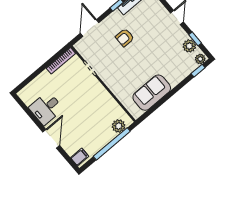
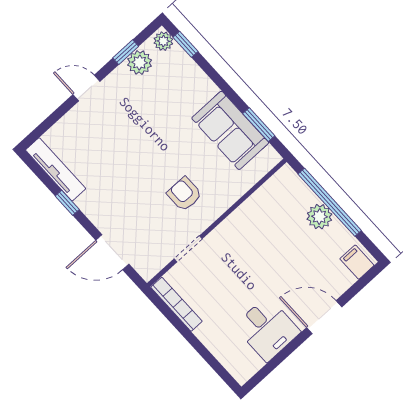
armchair: (125, 38) -> (184, 194), moved, turned 180
window: (154, 108) -> (259, 125), added
plant: (119, 126) -> (319, 217), moved

